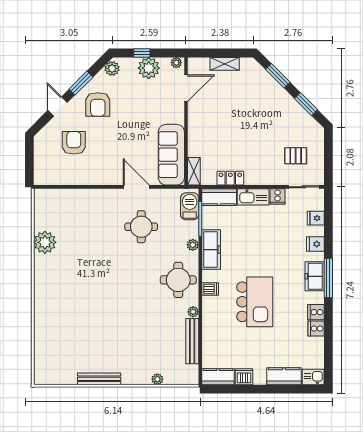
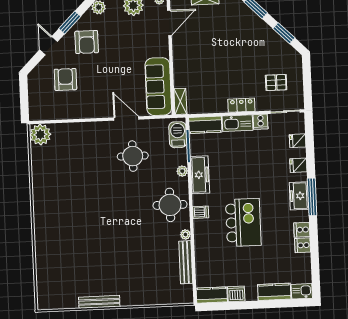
locker: (230, 178) -> (241, 105), moved
plant: (45, 242) -> (40, 135), moved
plant: (157, 379) -> (154, 300), removed

